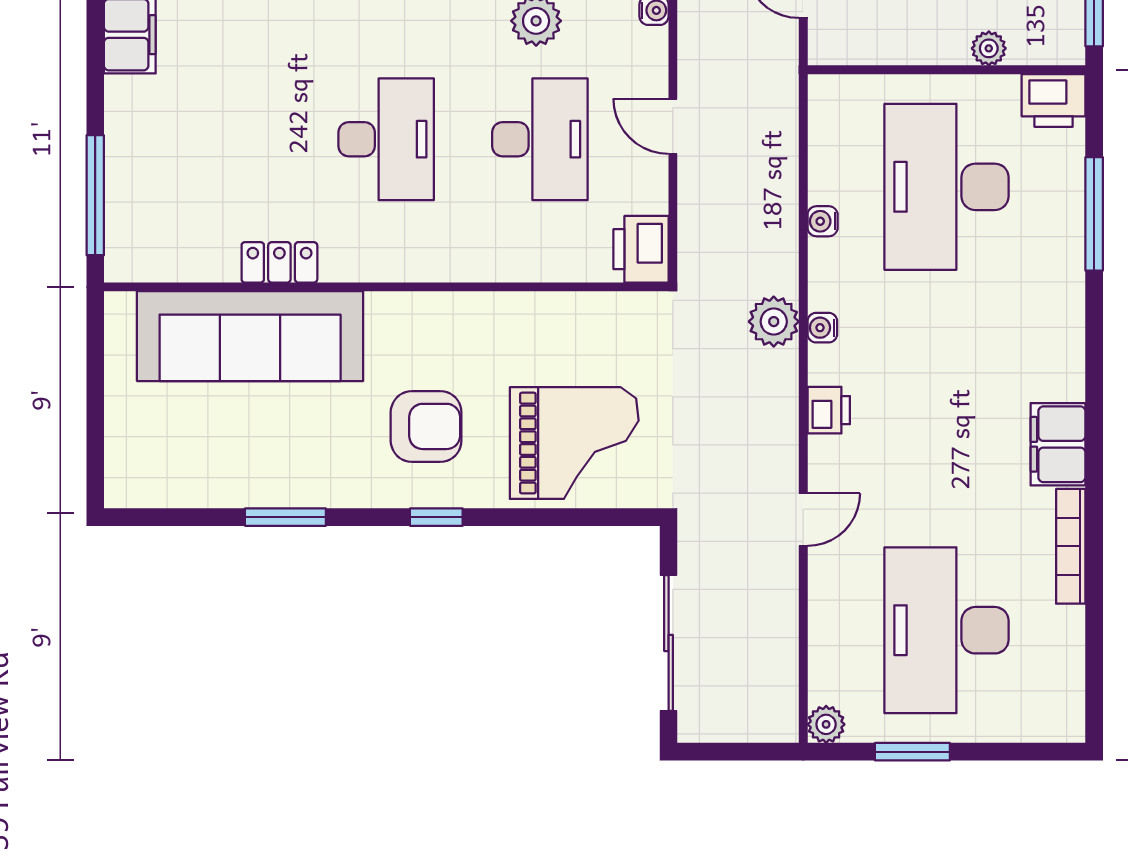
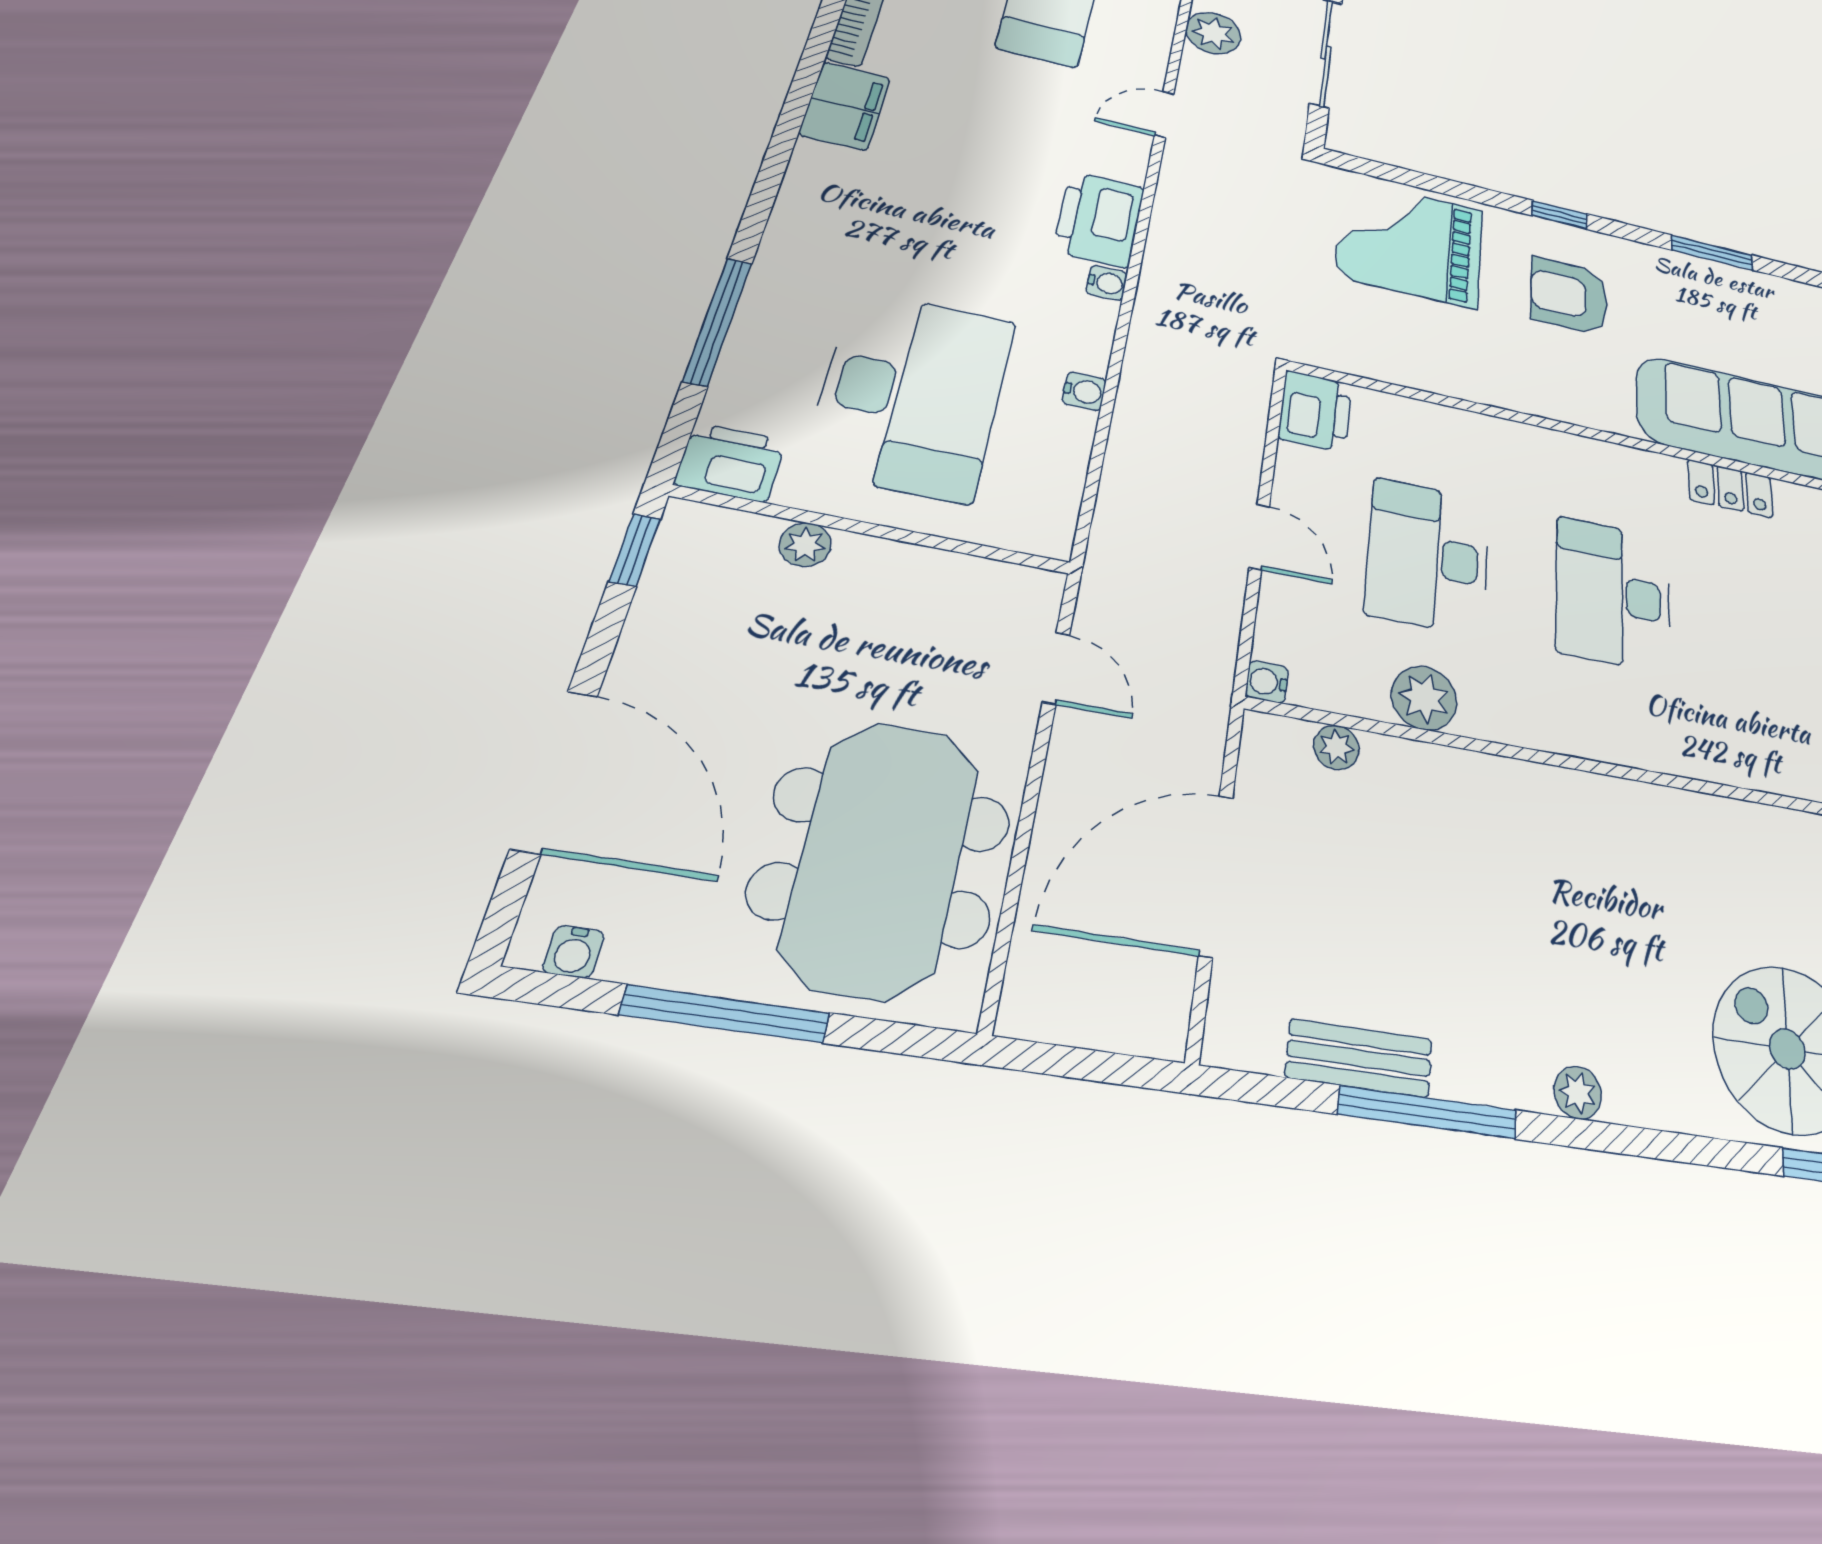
plant: (774, 322) -> (1213, 33), moved
printer: (829, 410) -> (1099, 219), width x1.87, depth x1.48

